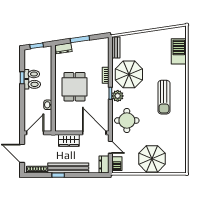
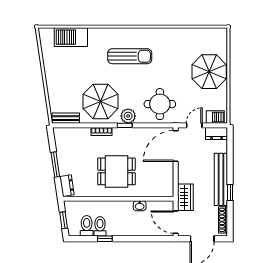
toilet: (32, 84) -> (87, 226), moved
wardrobe: (69, 140) -> (185, 197), moved

